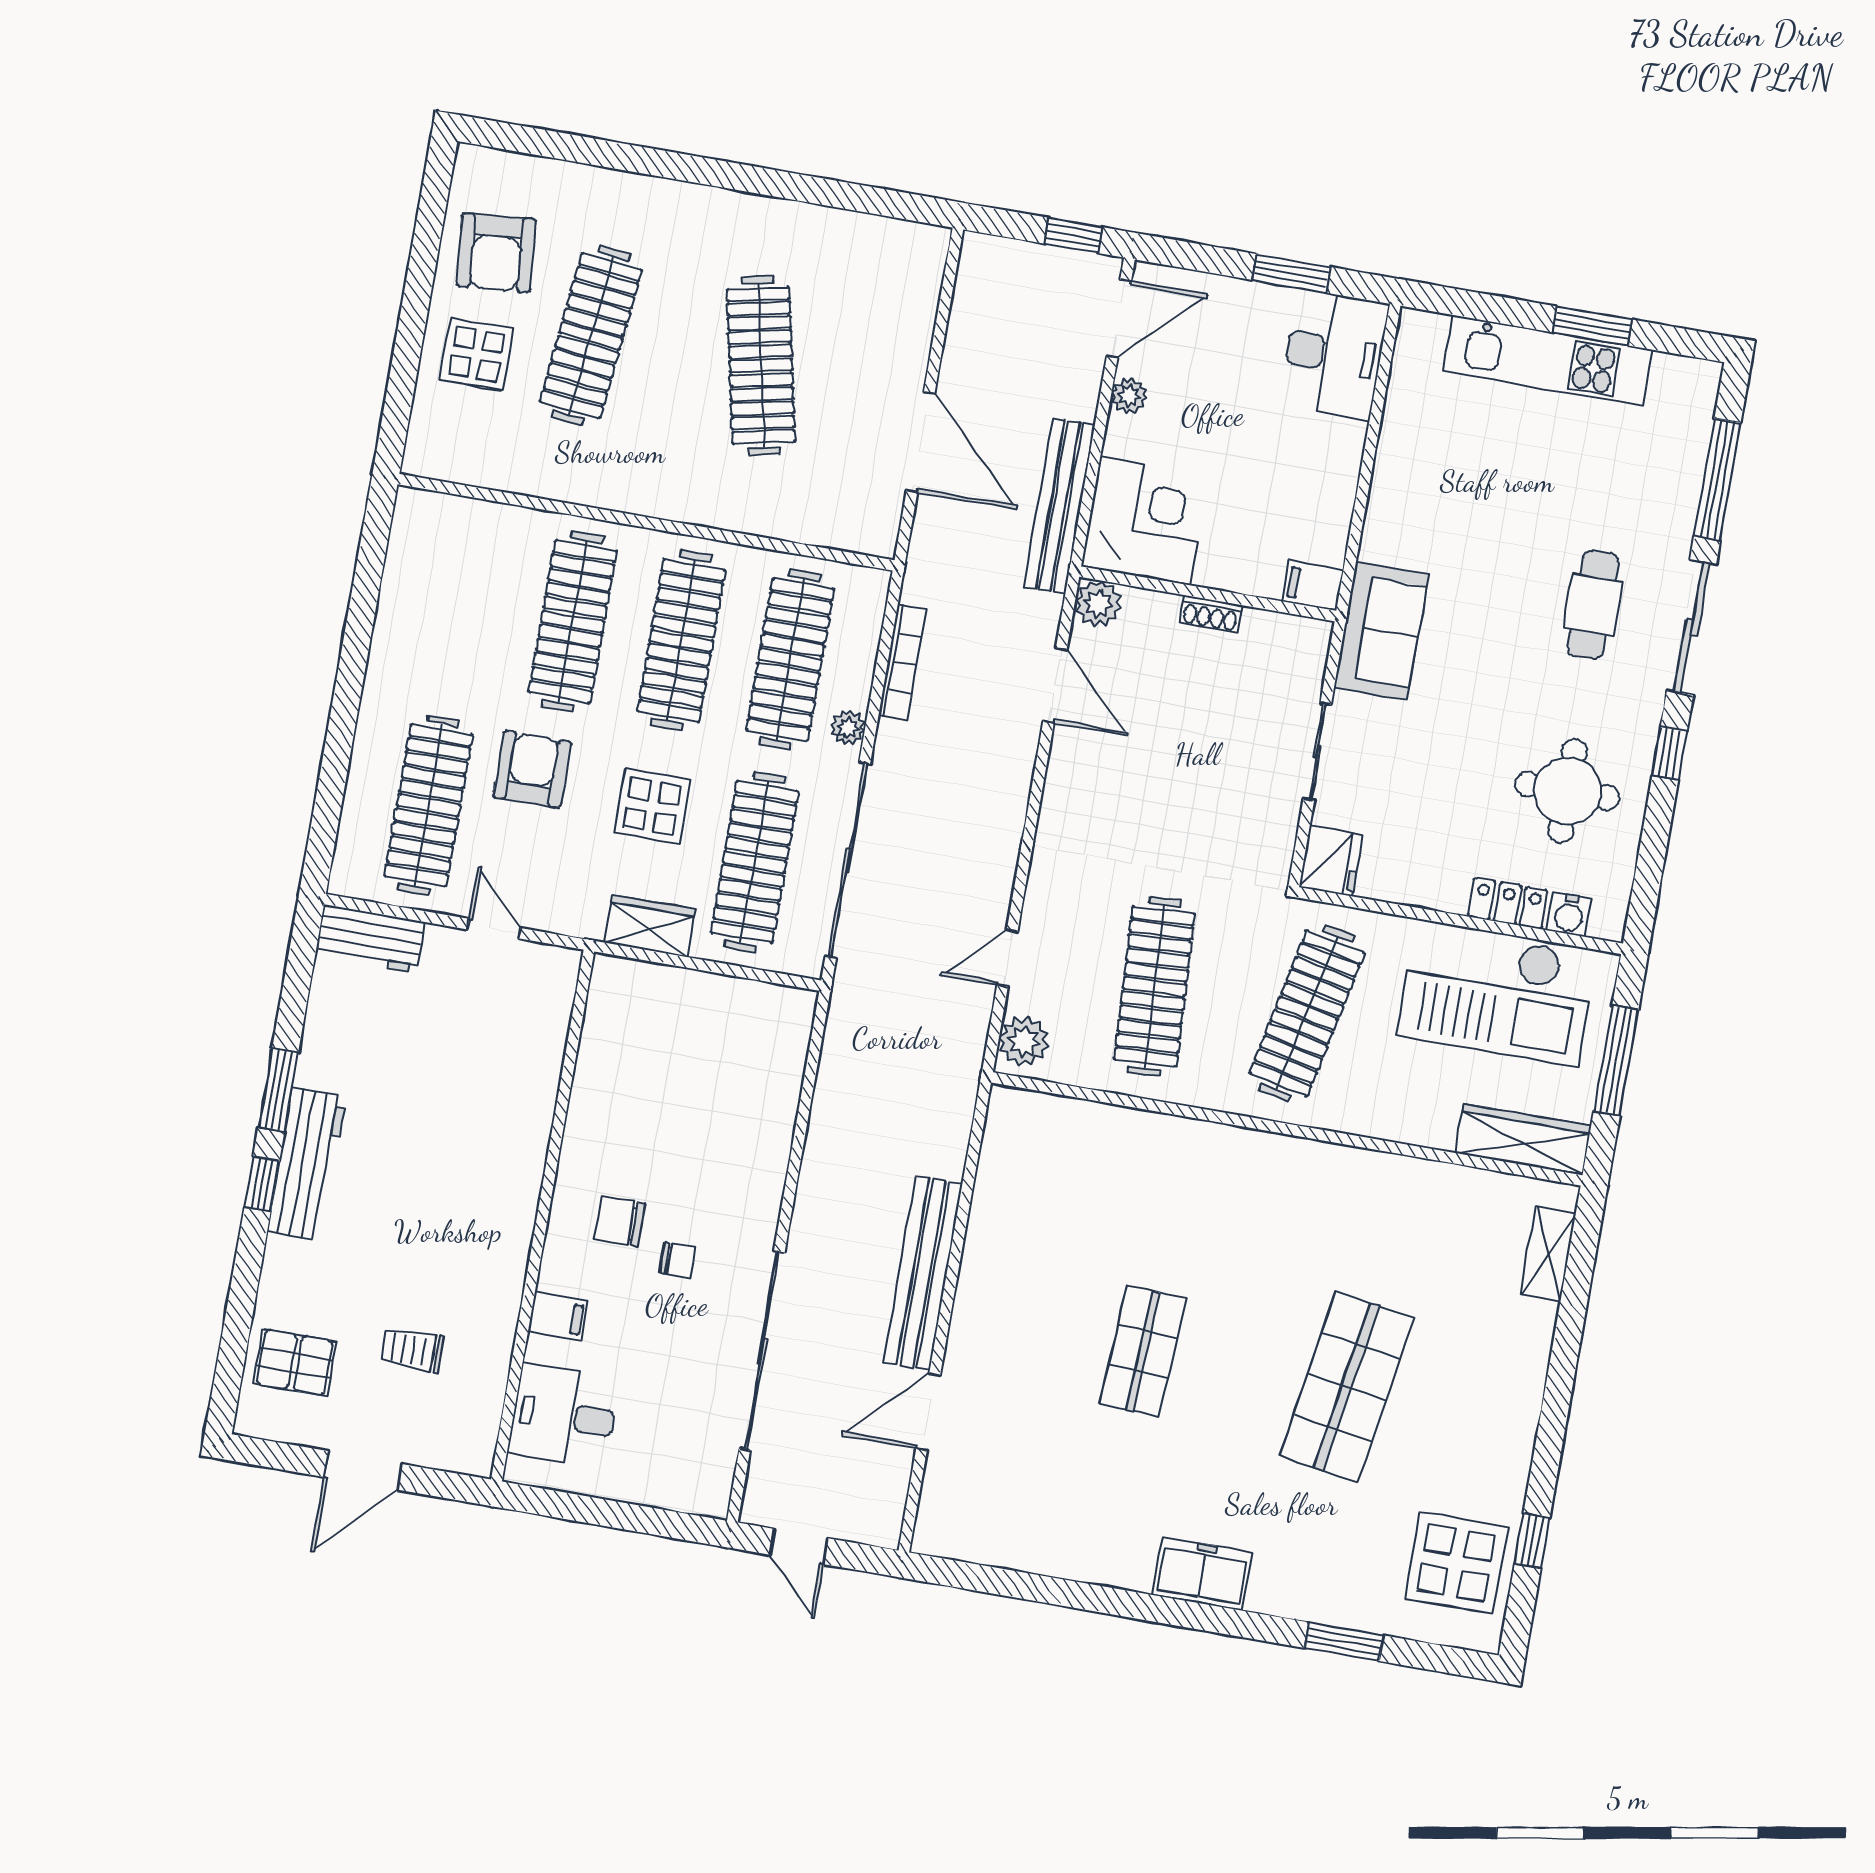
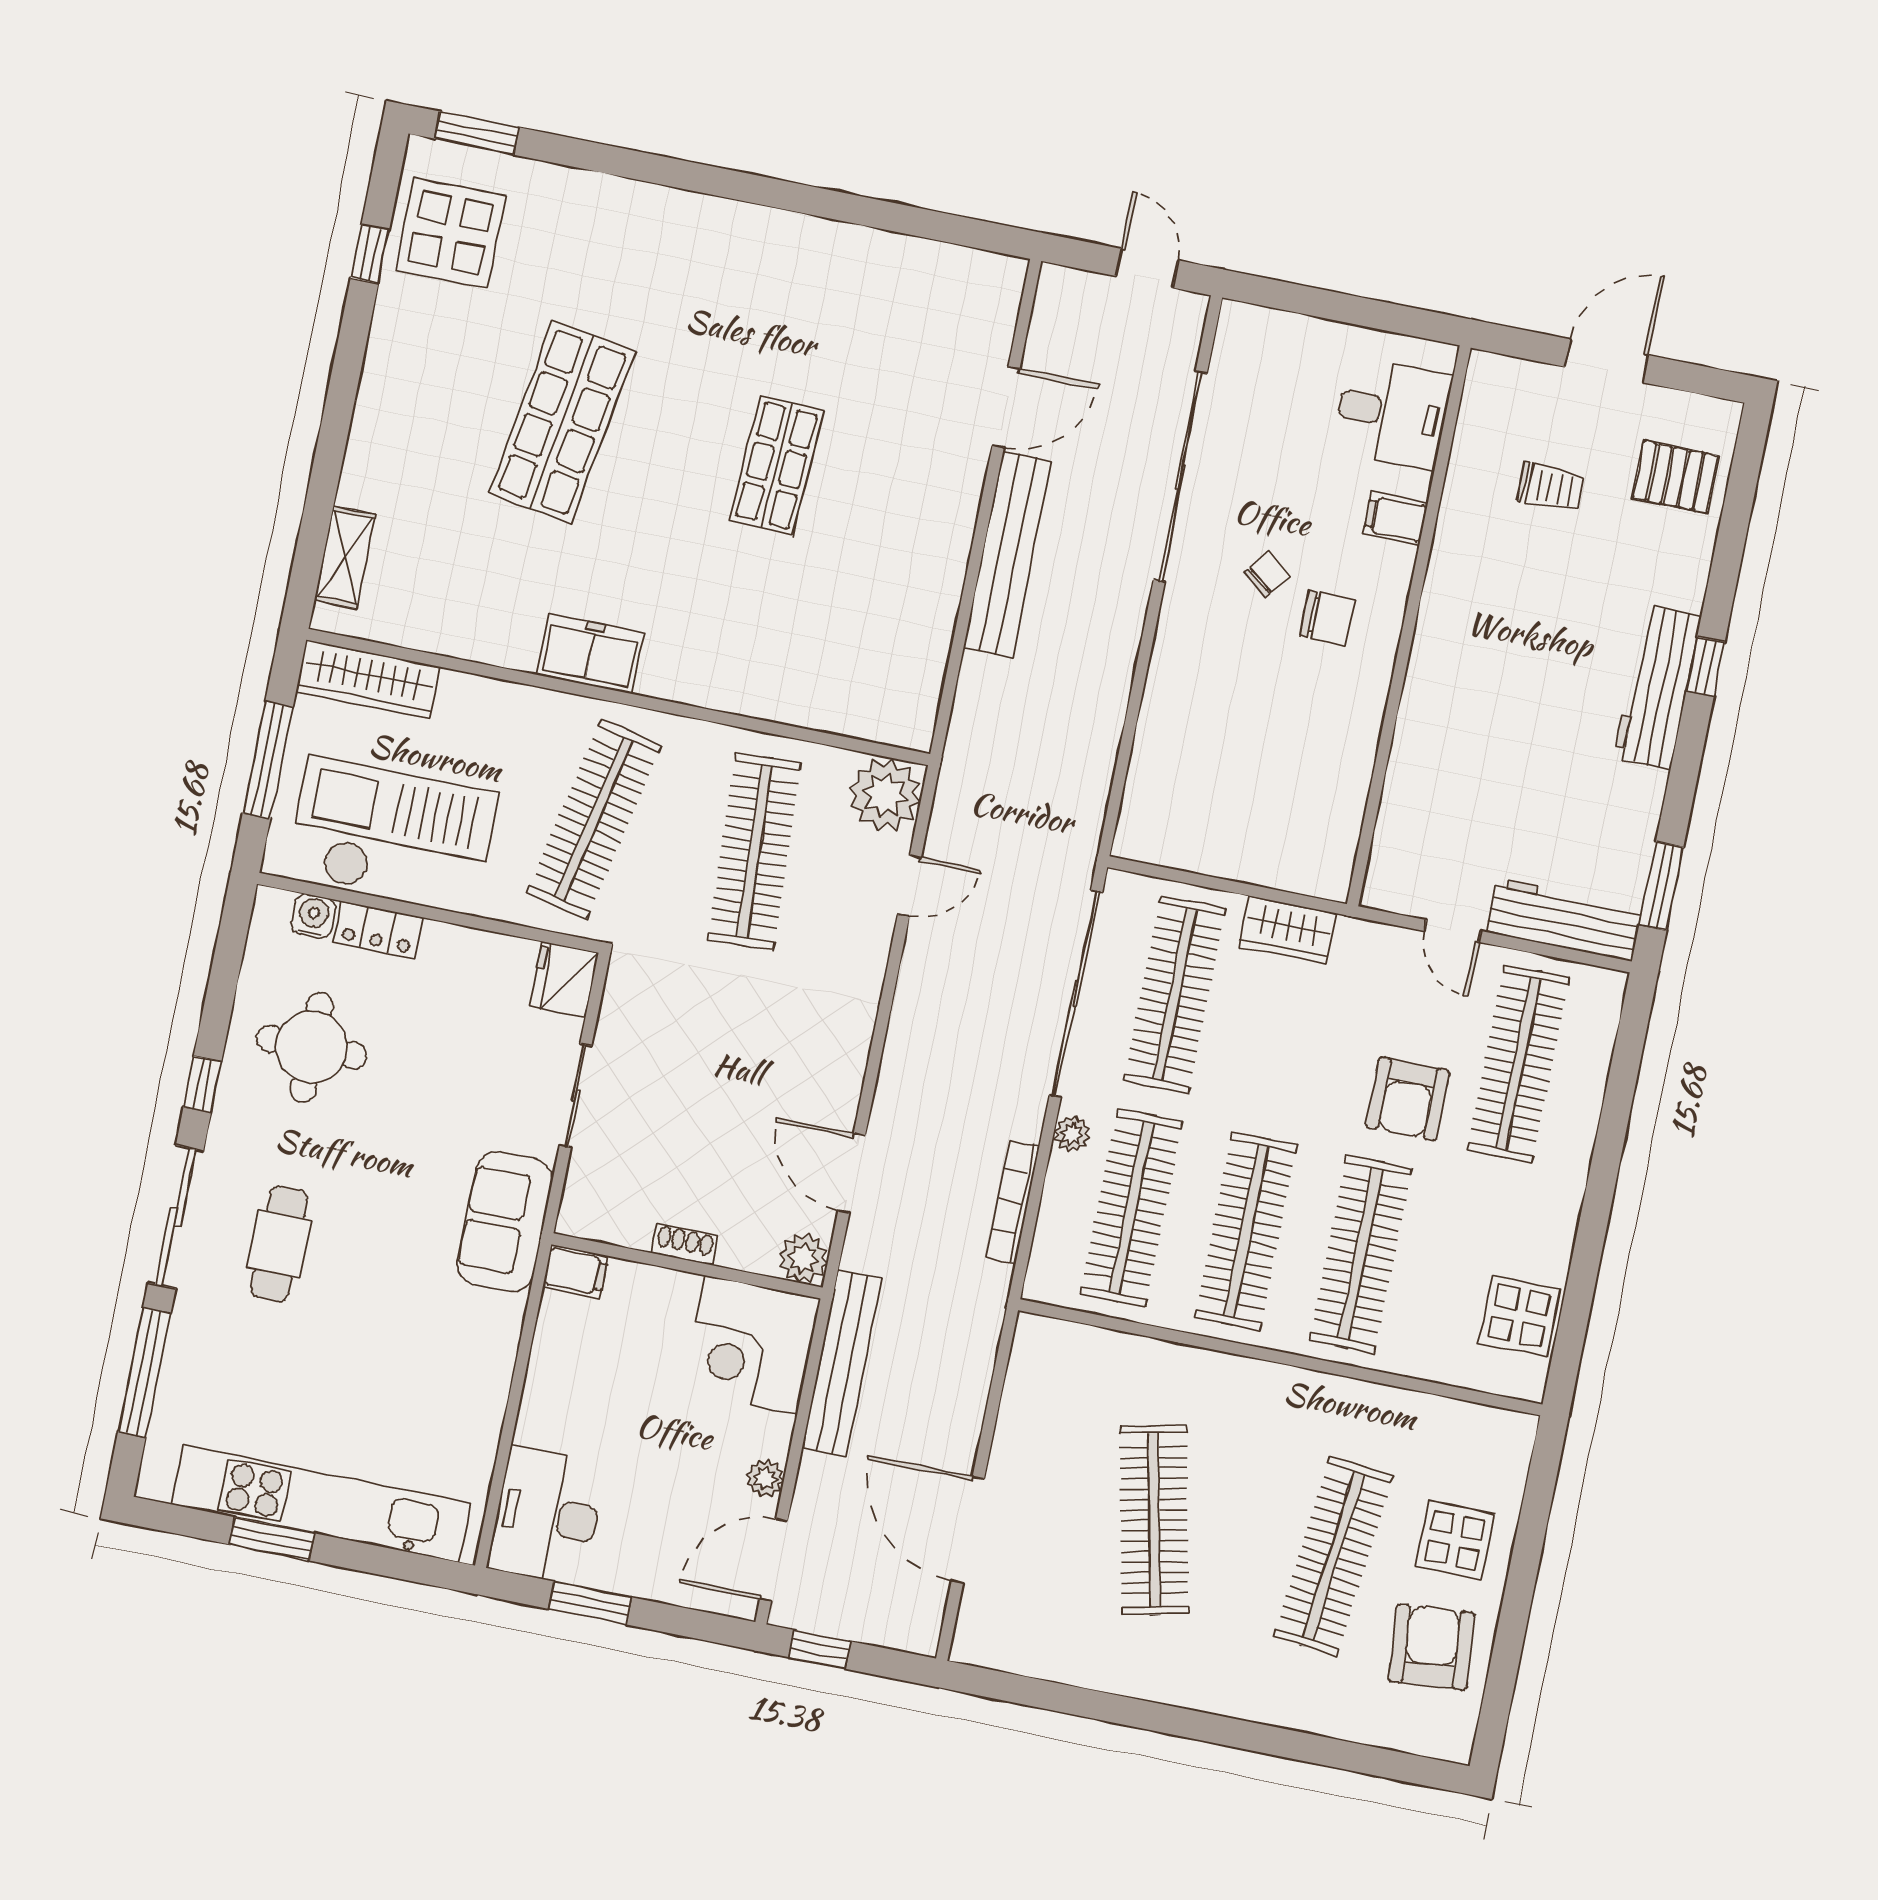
kitchen unit: (1547, 360) -> (321, 1504), width x1.36
door: (921, 442) -> (968, 1530), moved
display table: (652, 806) -> (1519, 1316), moved
workbench: (370, 939) -> (1564, 919), width x1.38
plant: (1024, 1041) -> (885, 795), width x1.36, depth x1.36
window: (278, 1090) -> (1661, 886), moved
chair: (677, 1260) -> (1267, 575), turned 129
freezer: (1202, 1574) -> (590, 654), moved, turned 180
window: (1344, 1642) -> (477, 133), moved

